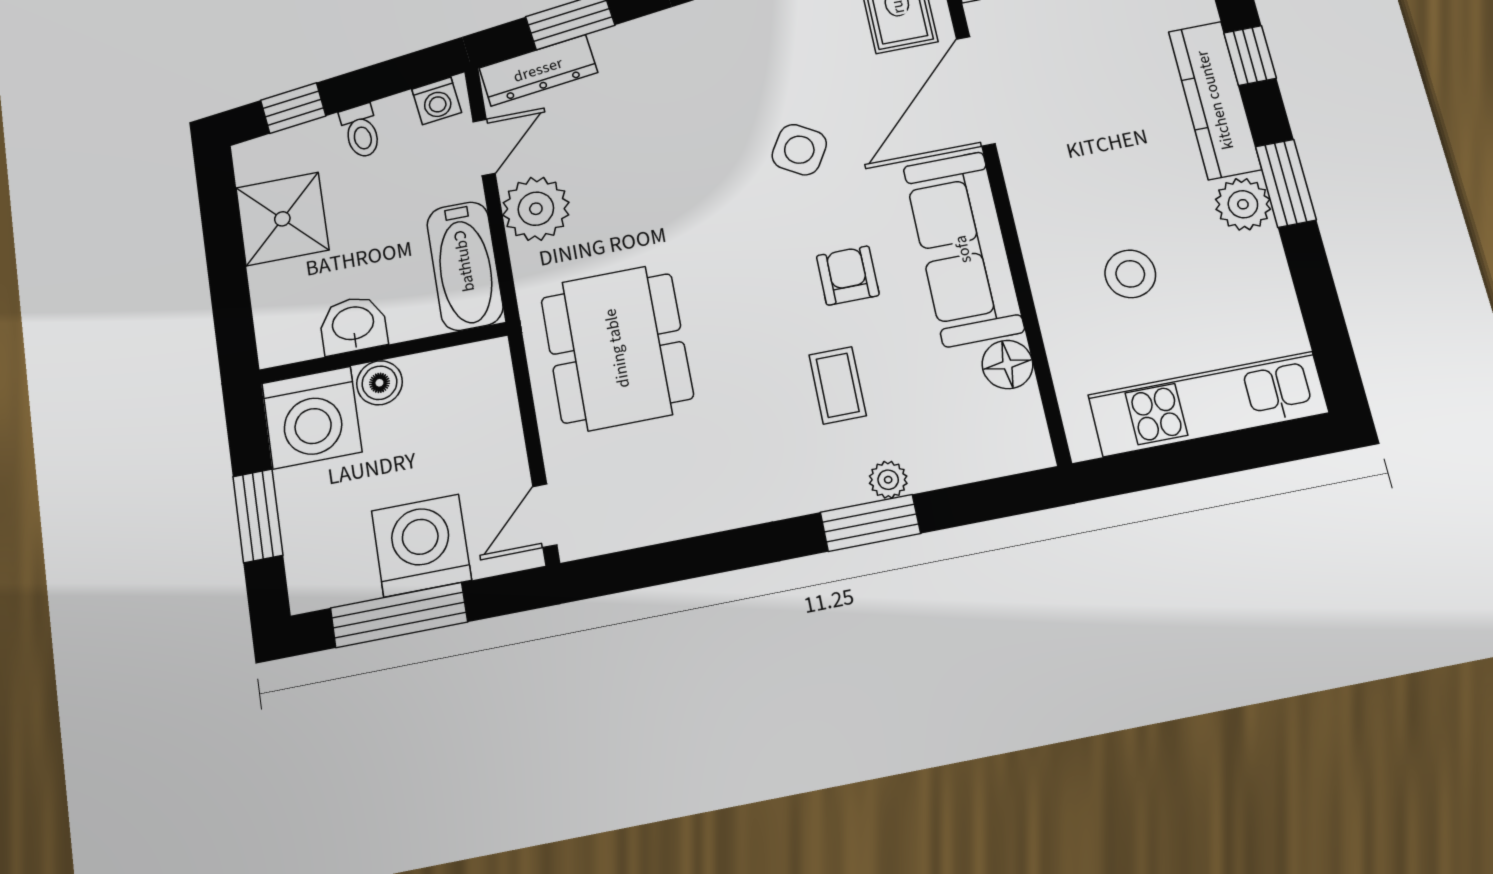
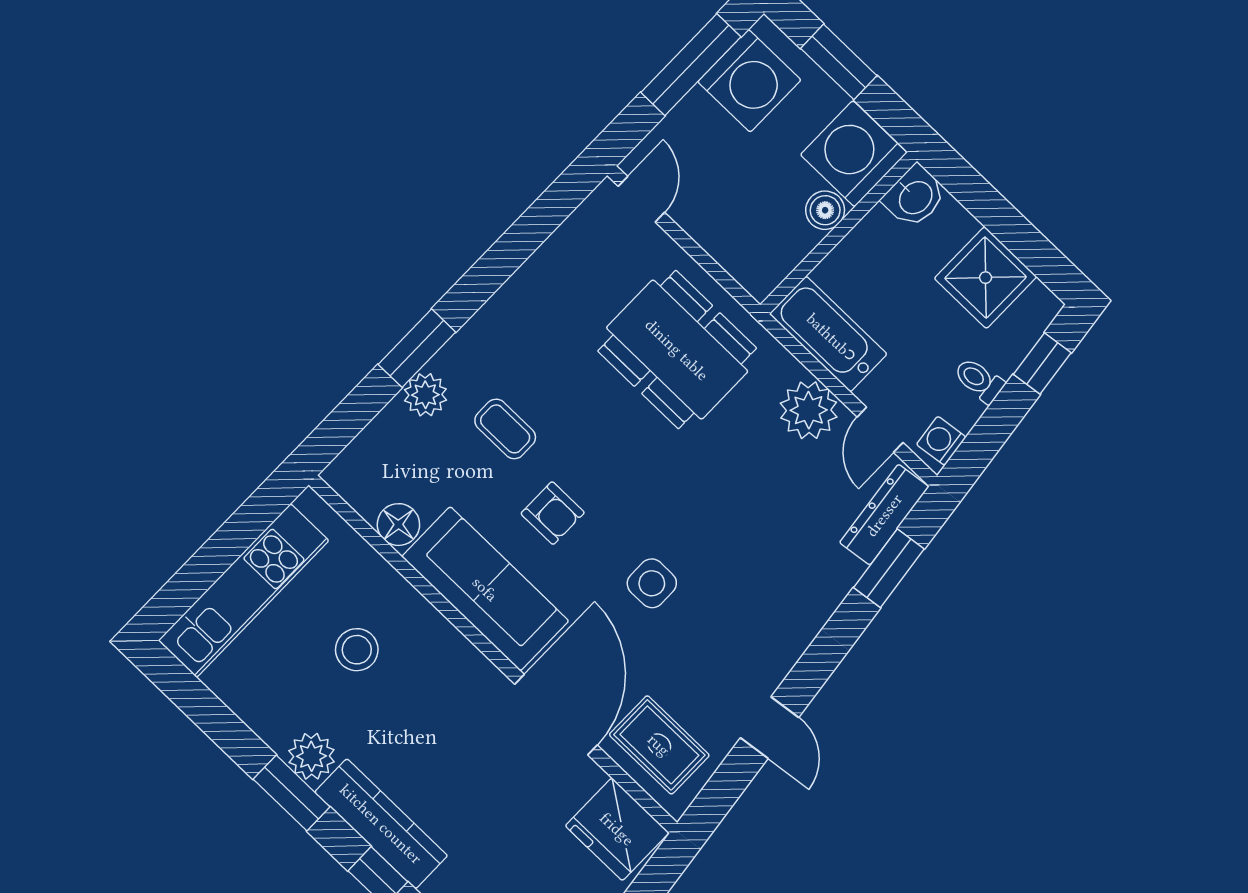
side table: (799, 150) -> (652, 583), turned -31
washbasin: (353, 325) -> (915, 197), moved
plant: (888, 480) -> (425, 395), width x1.38, depth x1.38
washing machine: (421, 545) -> (749, 81), moved

